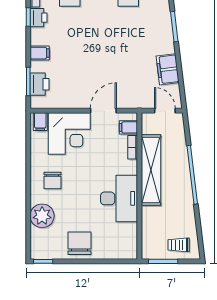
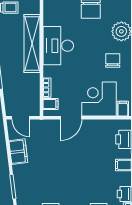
shelving: (151, 170) -> (32, 43), moved

